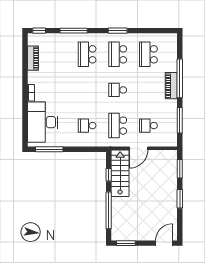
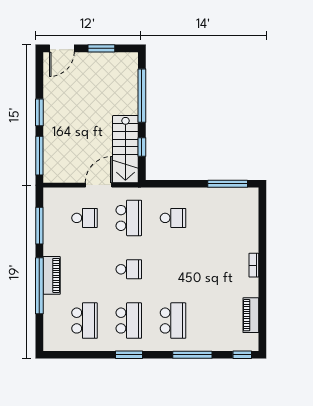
desk: (43, 122) -> (237, 223), removed
window: (180, 169) -> (39, 156), width x1.44
window: (126, 243) -> (101, 48), moved

